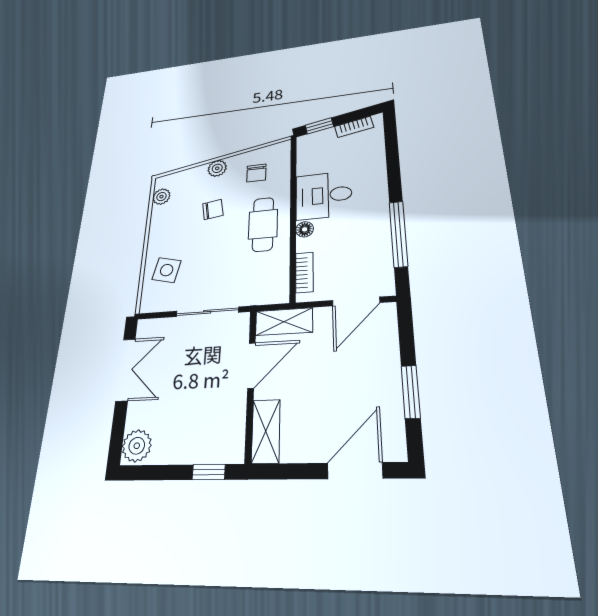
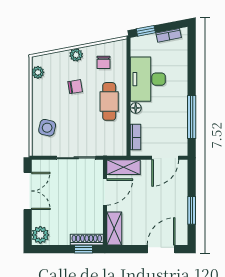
desk: (324, 195) -> (148, 79), width x1.37
shoe rack: (216, 453) -> (87, 240), added

